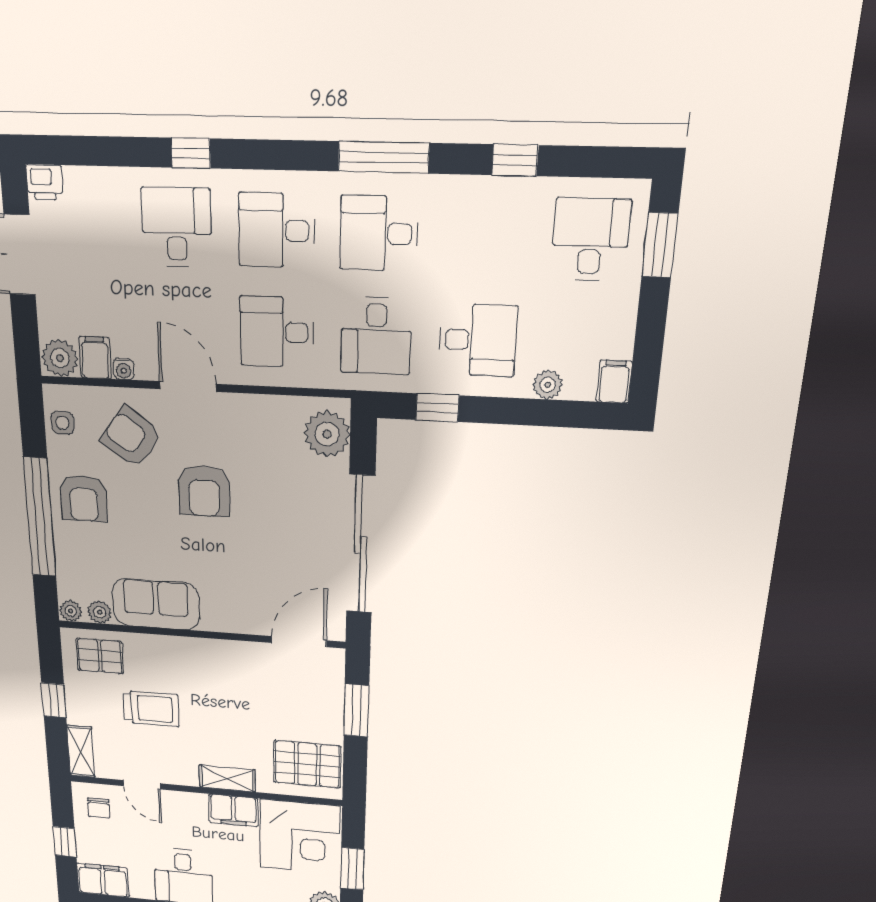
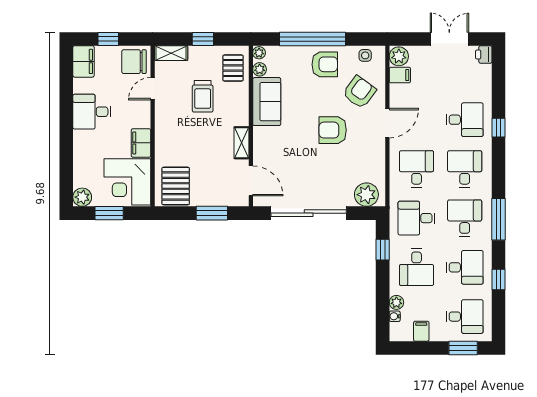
desk: (484, 236) -> (465, 267), added
water cooler: (124, 369) -> (395, 316), moved
filing cabinet: (614, 382) -> (421, 331), moved, turned -90
armchair: (84, 498) -> (325, 64), turned 180
shelving: (227, 778) -> (241, 143), moved
chair: (99, 808) -> (134, 62), width x1.87, depth x1.87

